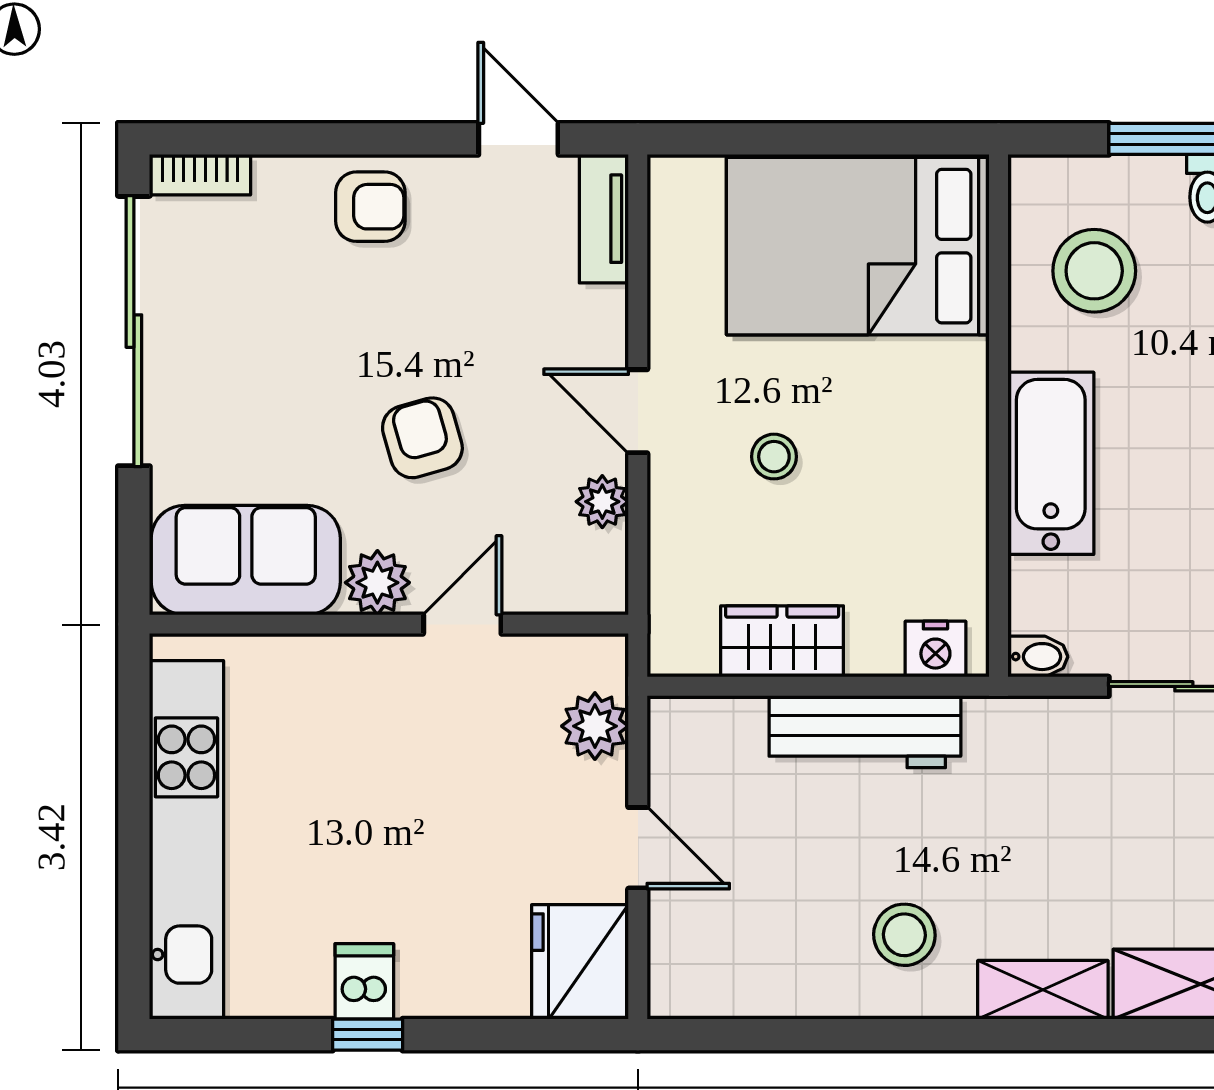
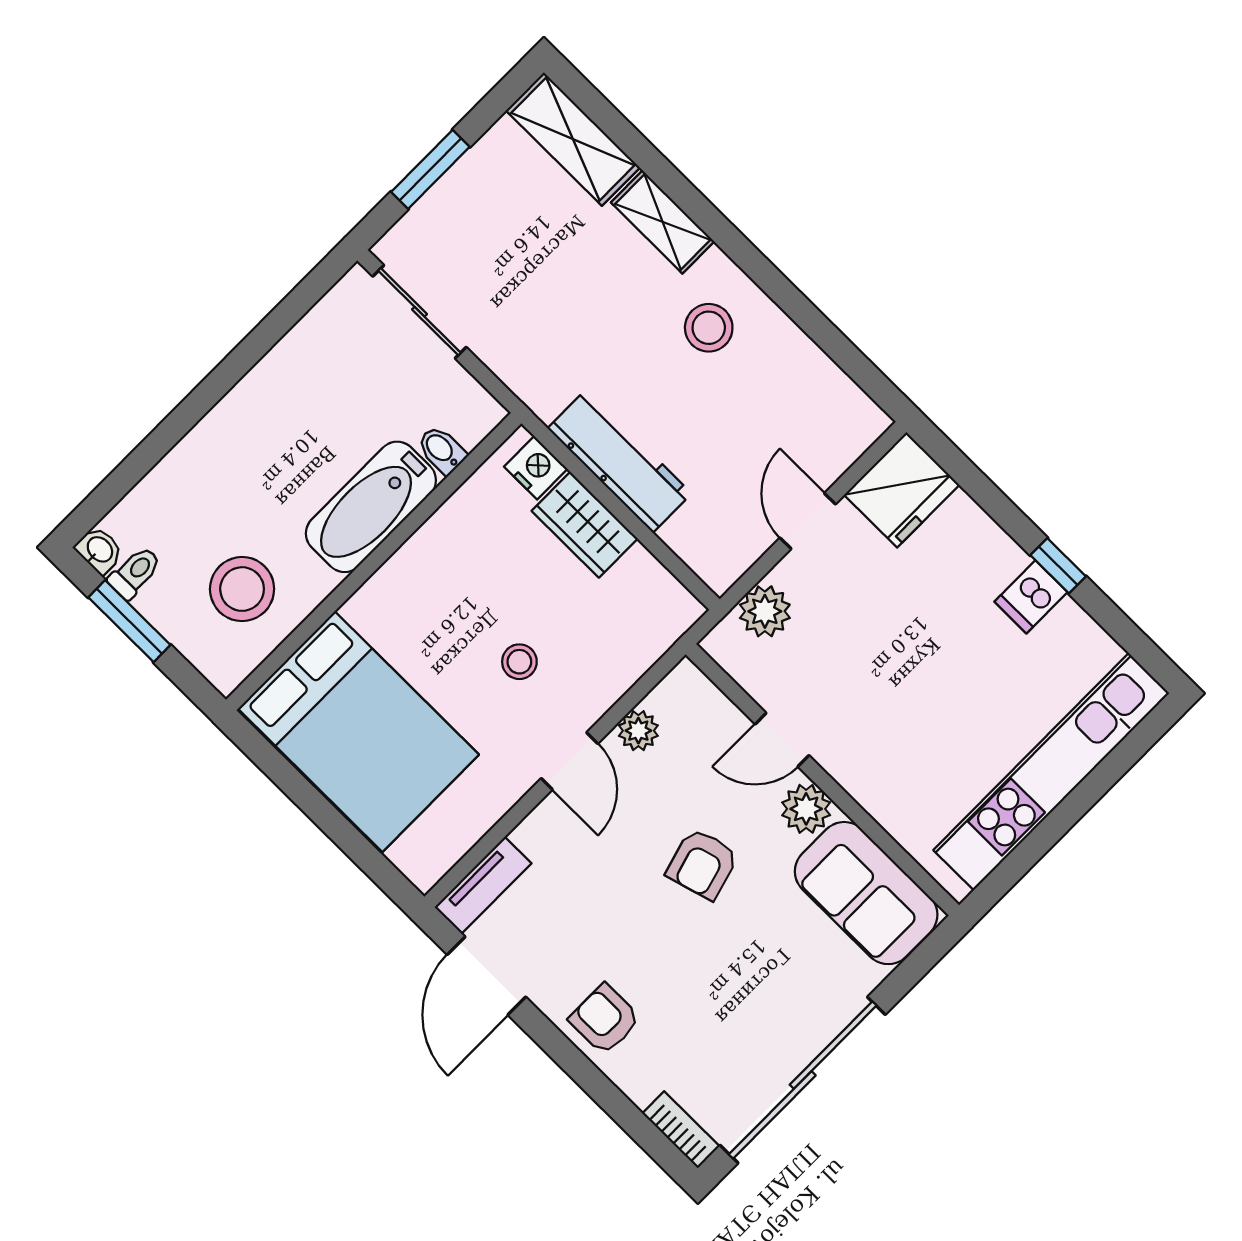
door: (518, 139) -> (486, 976), width x1.38
wardrobe: (782, 641) -> (585, 525), moved
bidet: (1038, 657) -> (442, 450), moved

